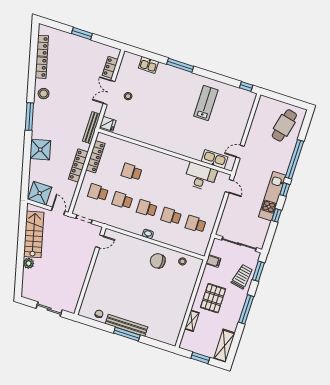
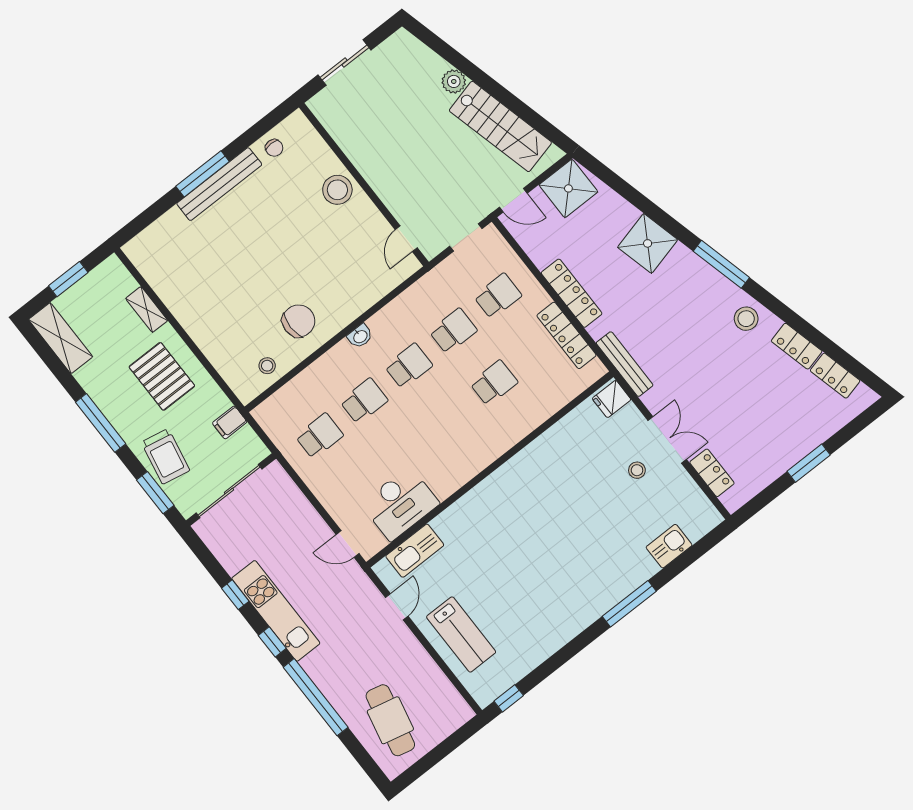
lab bench: (206, 103) -> (461, 634), moved
stool: (99, 280) -> (337, 190), added

